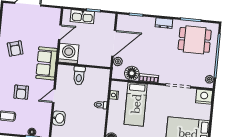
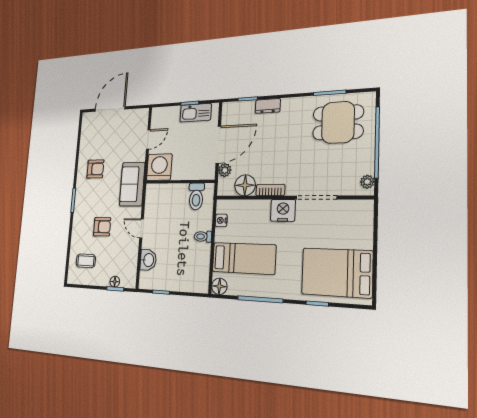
kitchen sink: (82, 17) -> (196, 113), moved
dresser: (164, 23) -> (268, 106), moved
armchair: (15, 49) -> (95, 169), turned -74
toilet: (79, 76) -> (196, 196), moved
armchair: (21, 92) -> (102, 227), turned -90
door: (54, 96) -> (141, 228), hinge flipped
nightstand: (204, 97) -> (283, 210), moved
bed: (136, 104) -> (244, 258), moved, turned -90

